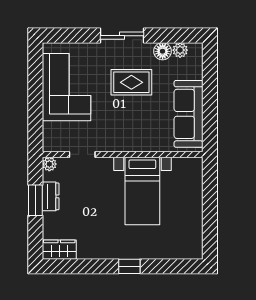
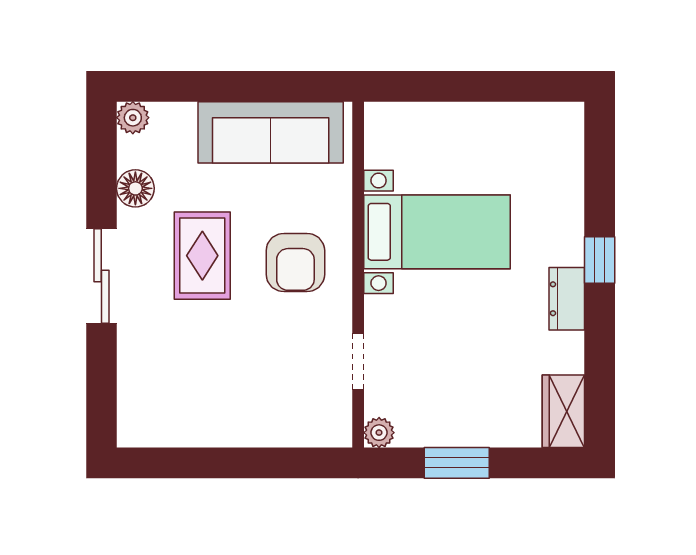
plant: (180, 50) -> (133, 118), moved
corner sofa: (67, 87) -> (213, 396), removed
armchair: (128, 125) -> (295, 262), added
dresser: (51, 196) -> (567, 299), moved, turned -90

